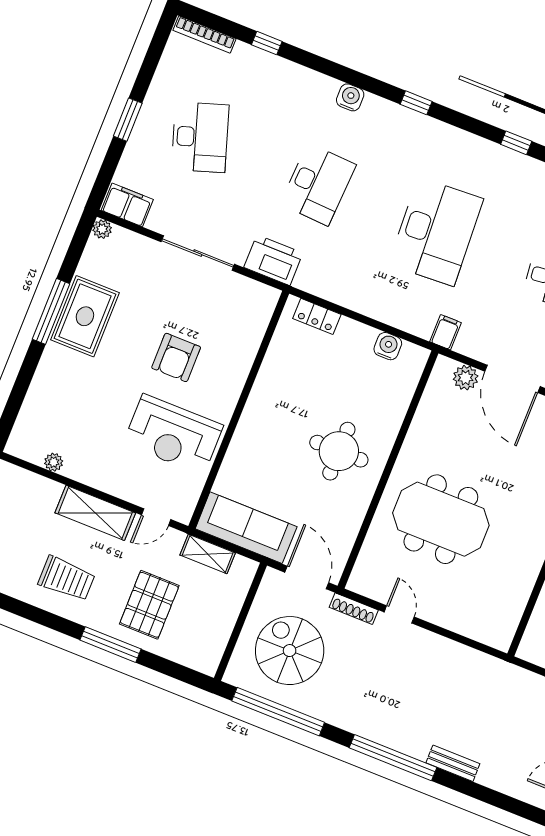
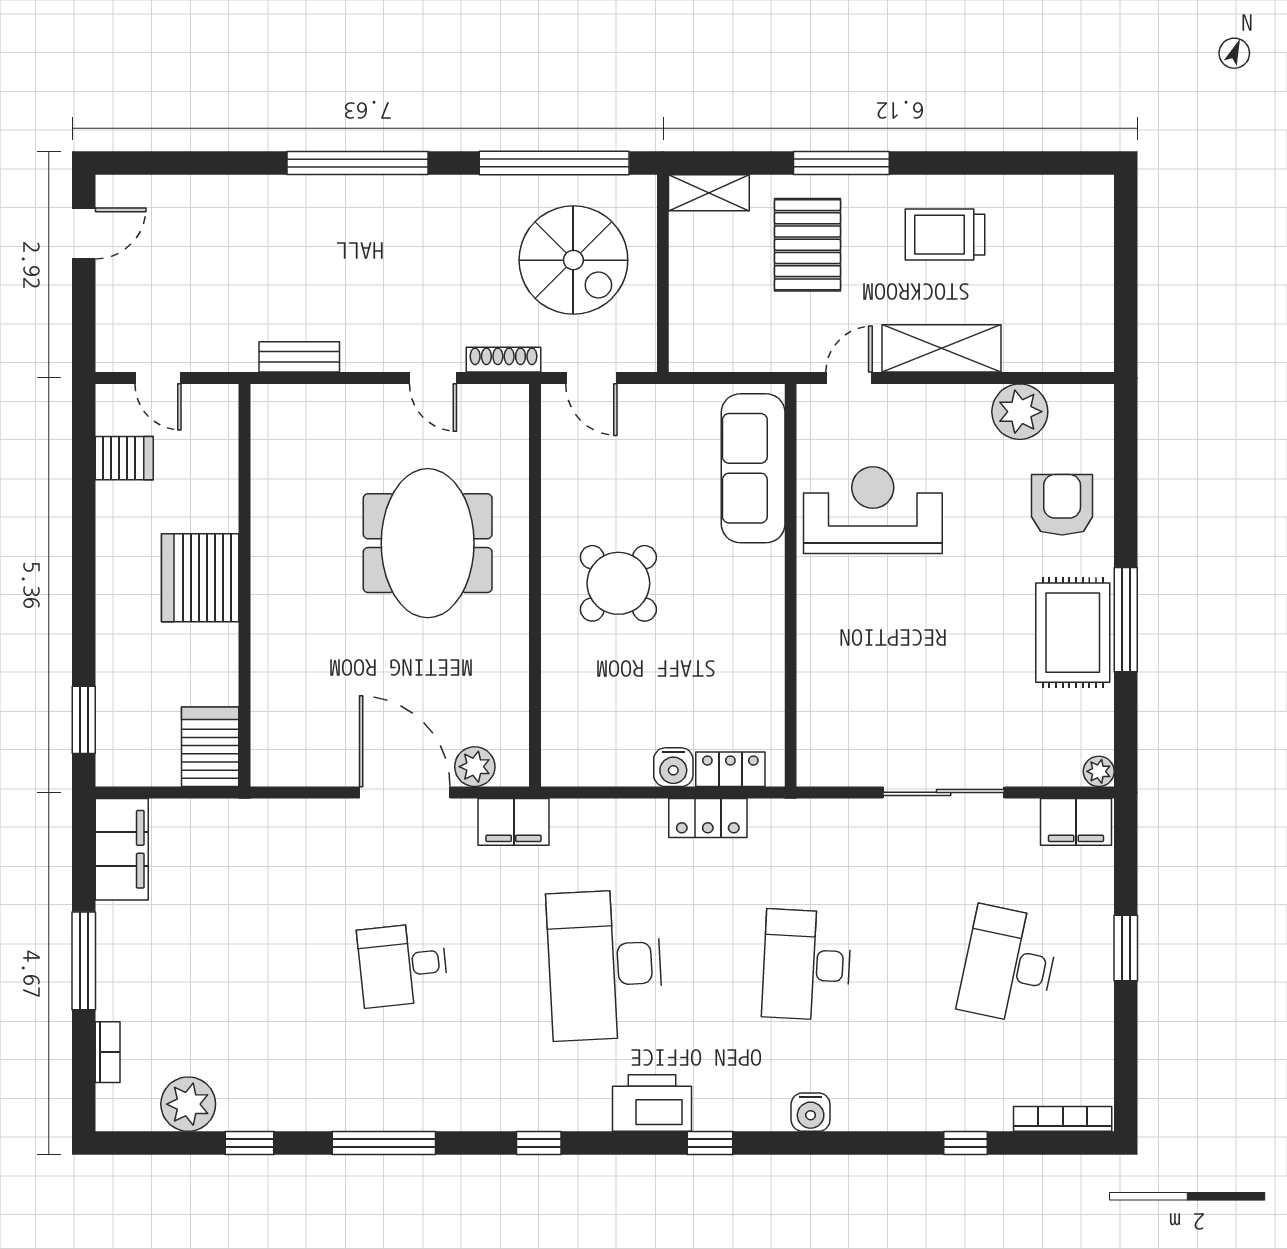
desk: (200, 137) -> (1009, 965), turned 30
printer: (273, 260) -> (652, 1103), moved, turned 180
locker: (341, 293) -> (708, 818), added
filing cabinet: (446, 332) -> (514, 822), width x2.00
water cooler: (388, 346) -> (673, 767), moved
armchair: (176, 357) -> (1062, 505), moved
round table: (339, 451) -> (618, 583), turned 45
plant: (54, 462) -> (1020, 412), width x1.87, depth x1.87
meeting table: (441, 519) -> (428, 543), turned 90
sofa: (246, 528) -> (753, 468), moved, turned 90
shelving: (208, 554) -> (709, 193), moved
door: (307, 577) -> (591, 378), width x0.73
bench: (453, 763) -> (299, 357), moved

